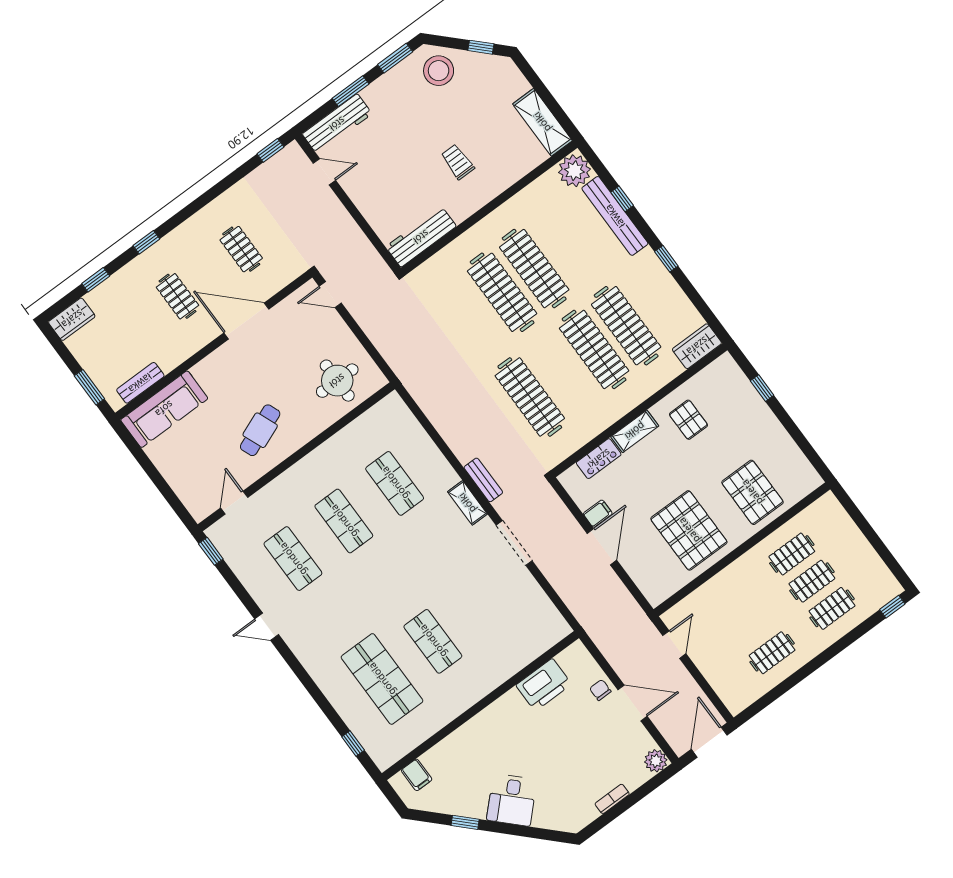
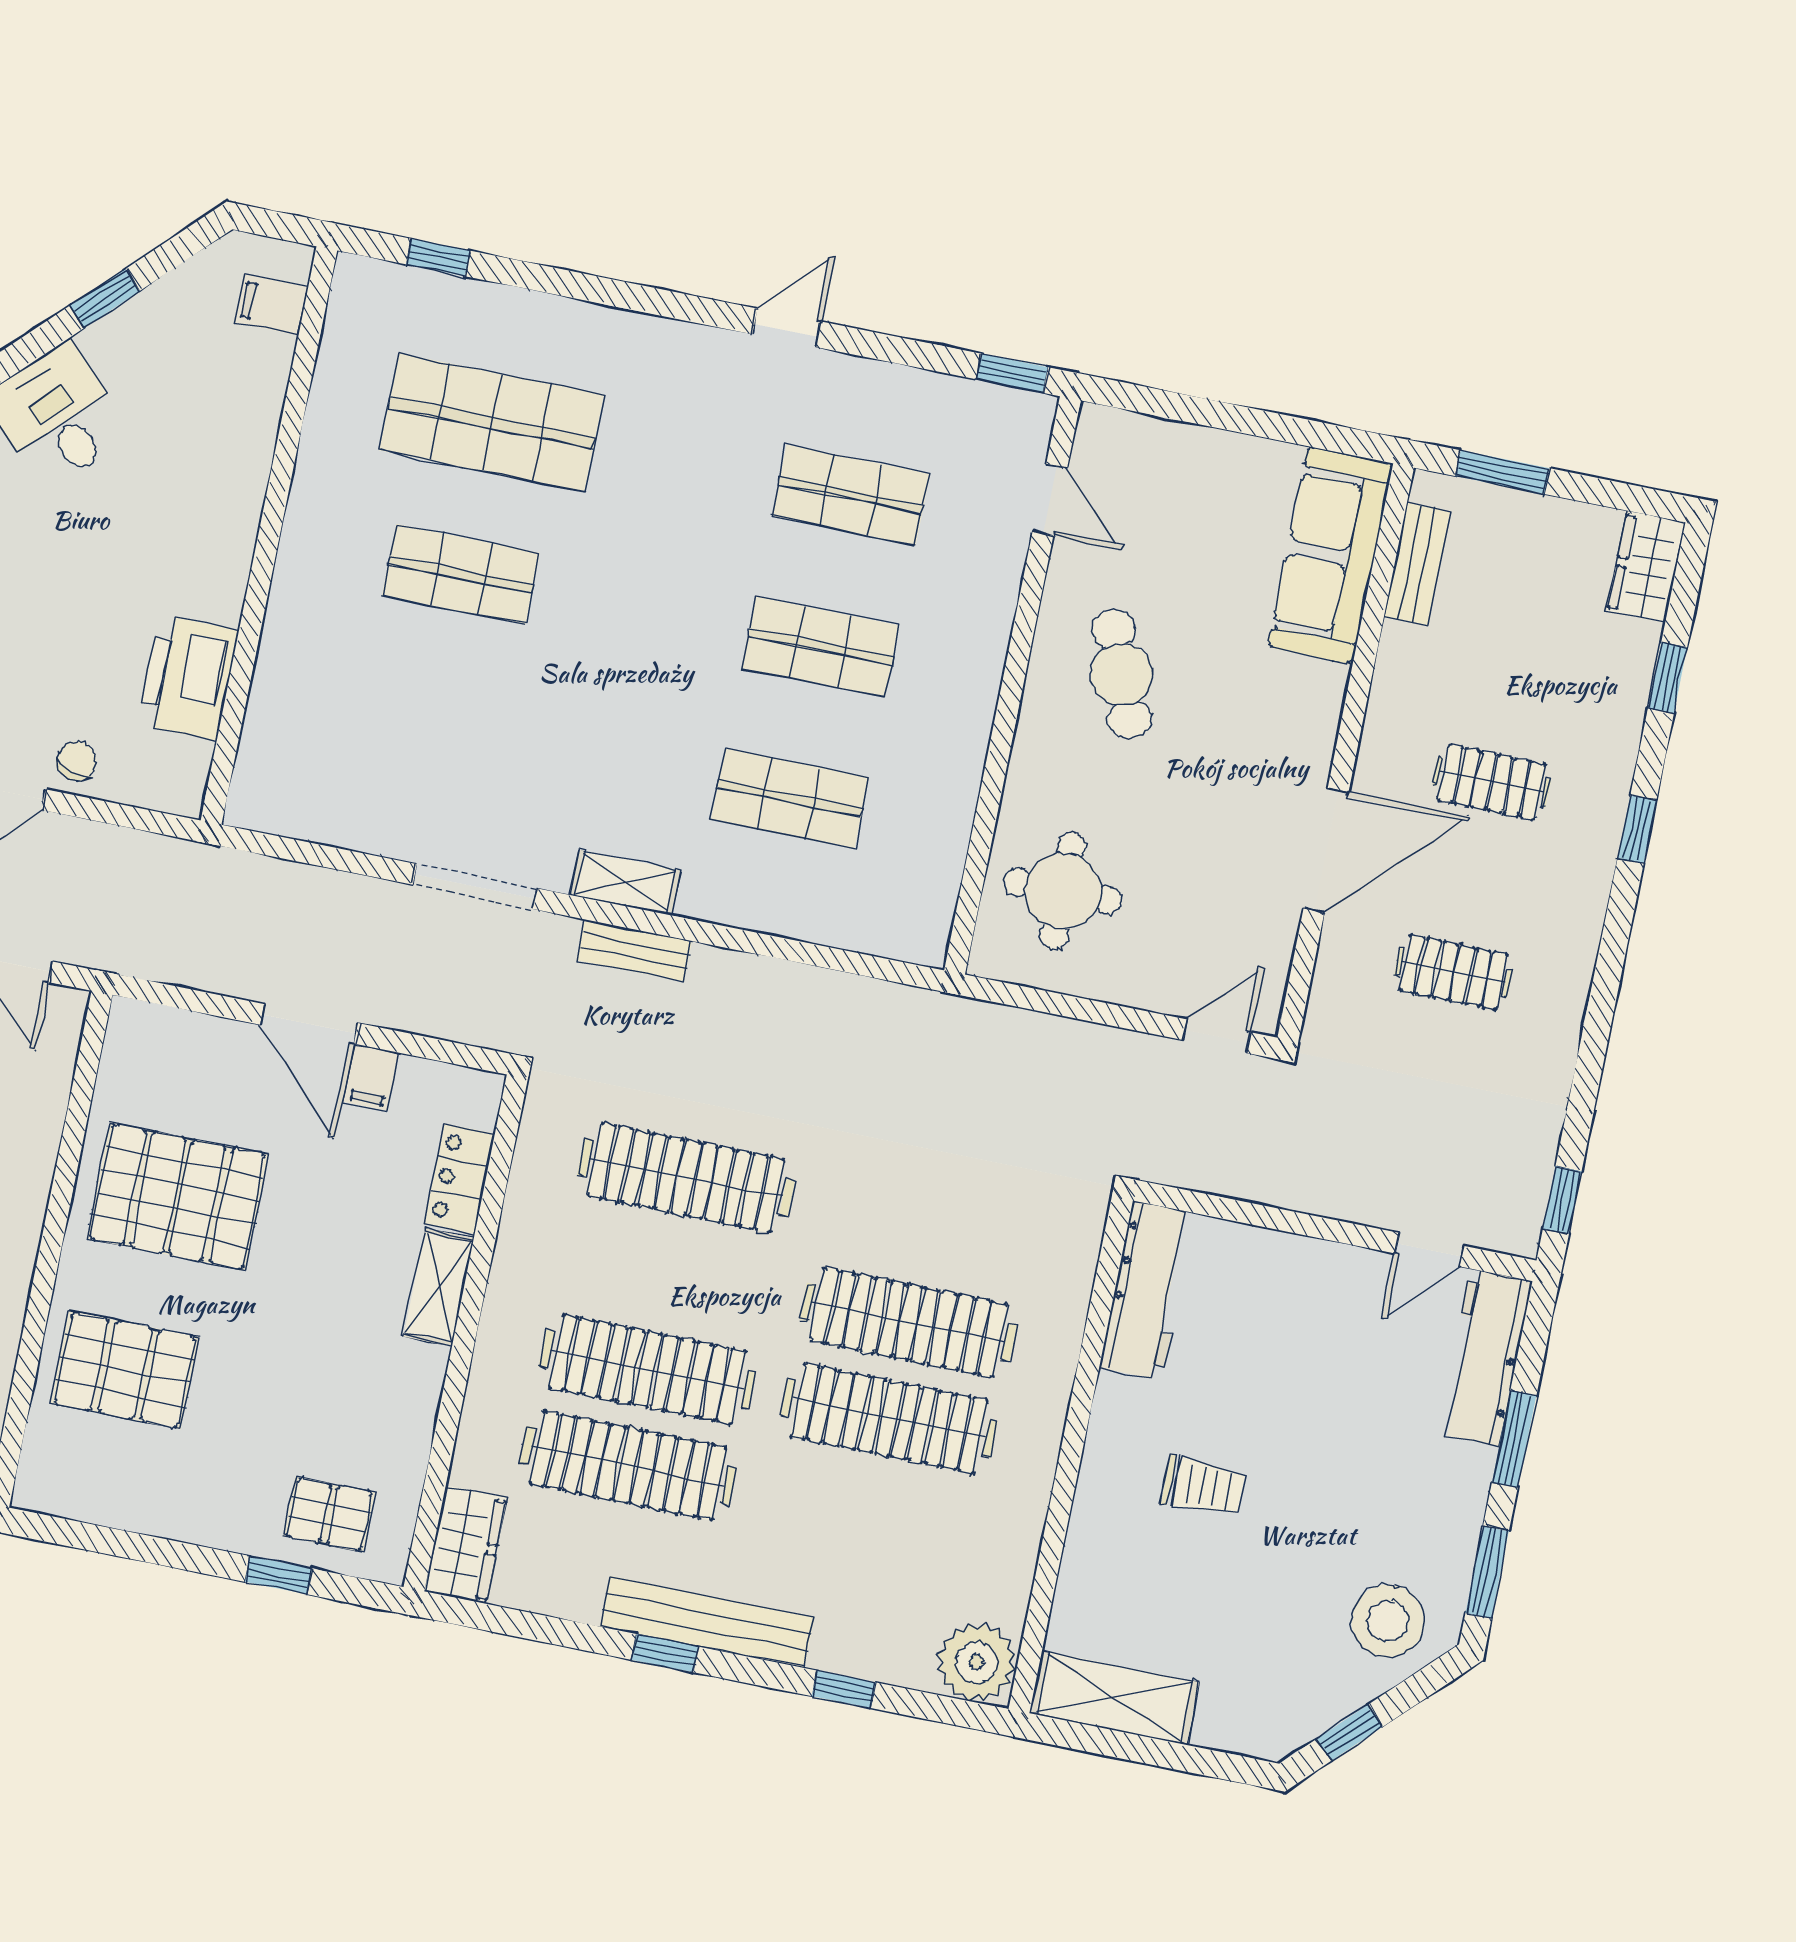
bench: (615, 216) -> (707, 1622), moved
pallet: (688, 420) -> (329, 1514), moved
chair: (600, 690) -> (77, 761), turned -77

